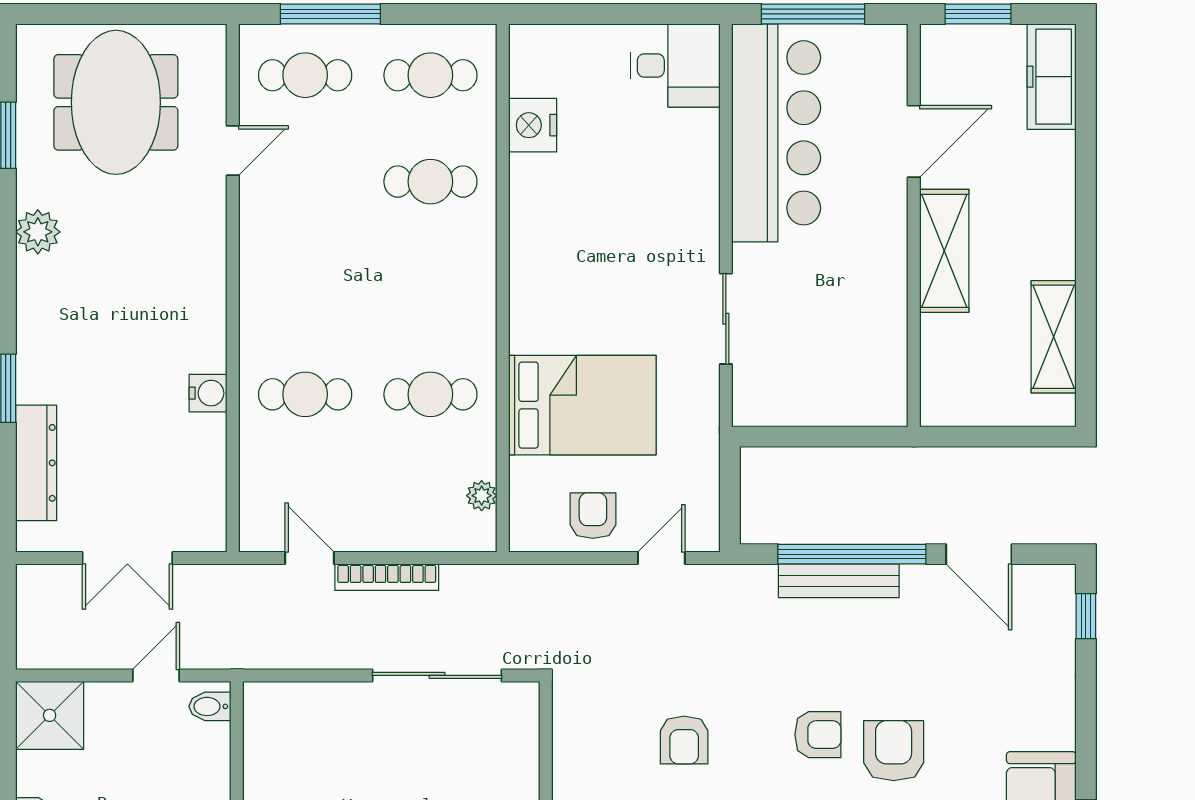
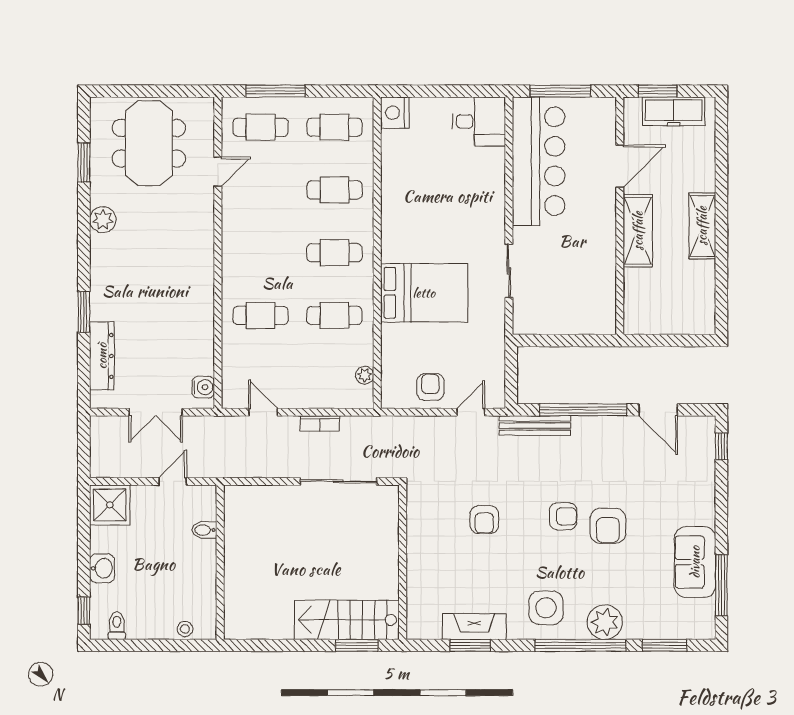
freezer: (1052, 77) -> (673, 111), moved, turned -90
nightstand: (533, 125) -> (395, 113), moved
cafe table: (430, 288) -> (334, 253), added
shelving: (1054, 337) -> (702, 226), moved
water cooler: (208, 393) -> (203, 387), moved
bed: (582, 405) -> (424, 293), moved
bookcase: (387, 577) -> (320, 423), width x0.64
bench: (839, 581) -> (535, 426), moved
bidet: (210, 706) -> (204, 530), moved
armchair: (894, 751) -> (608, 526), turned 180

